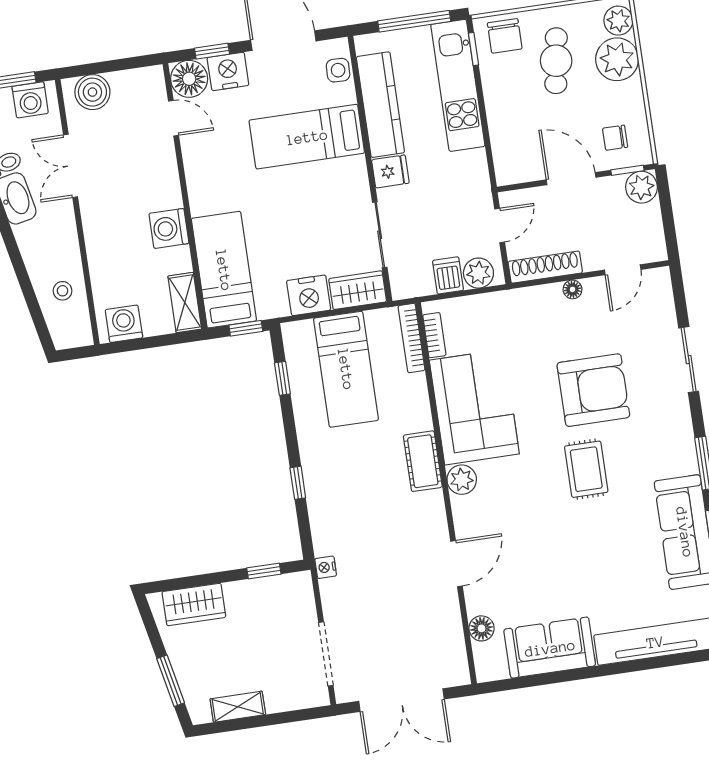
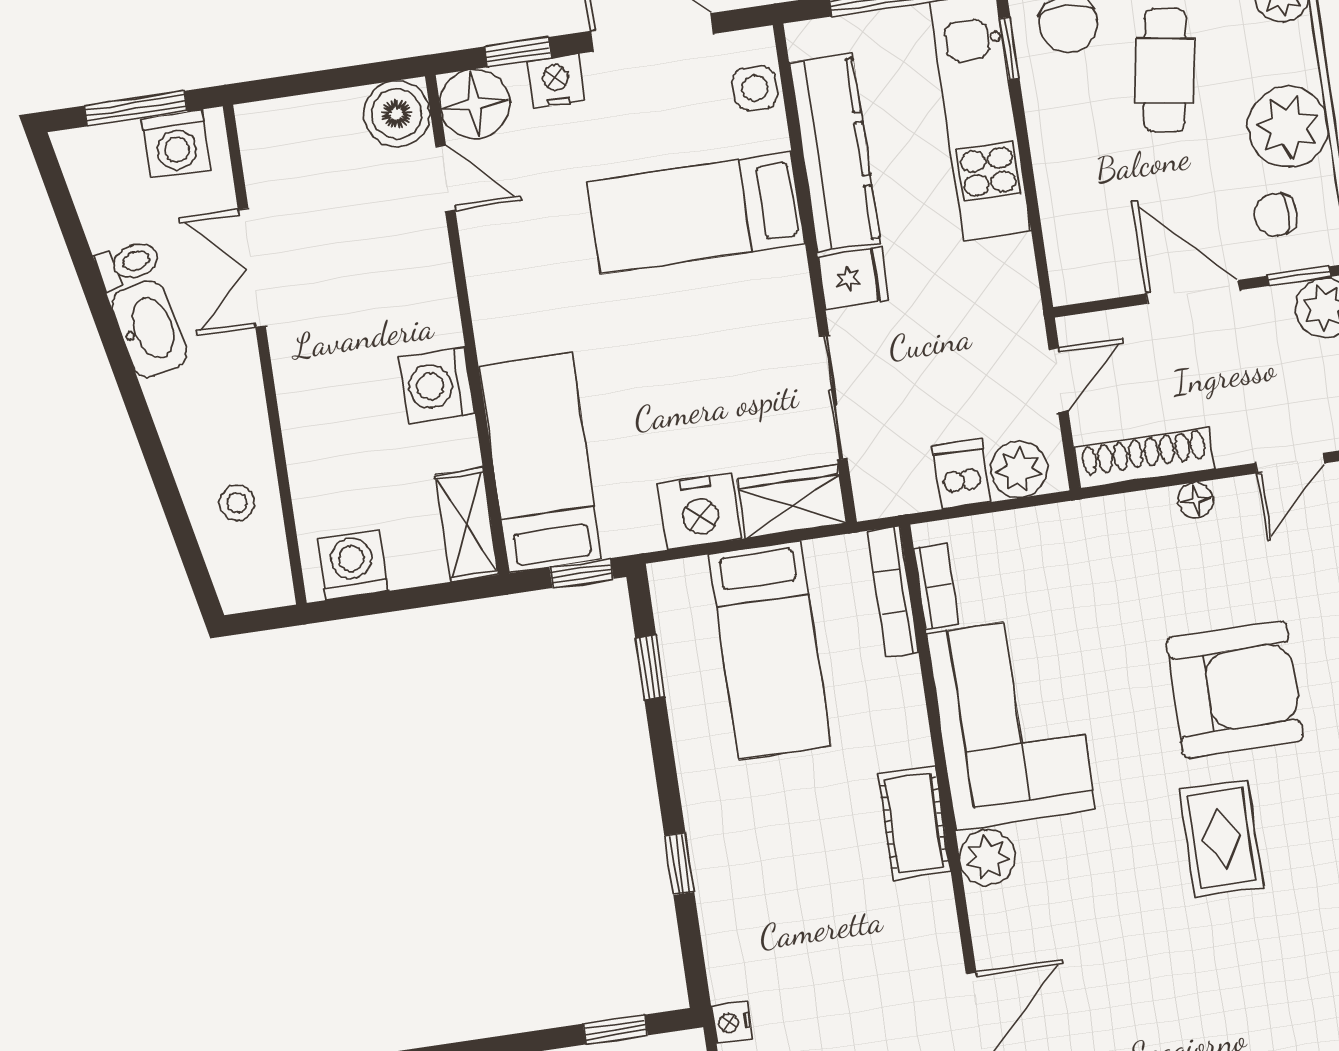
plant: (617, 59) -> (1288, 127), moved
nightstand: (228, 71) -> (556, 81), width x0.74, depth x0.75
boiler: (92, 92) -> (397, 114), moved

